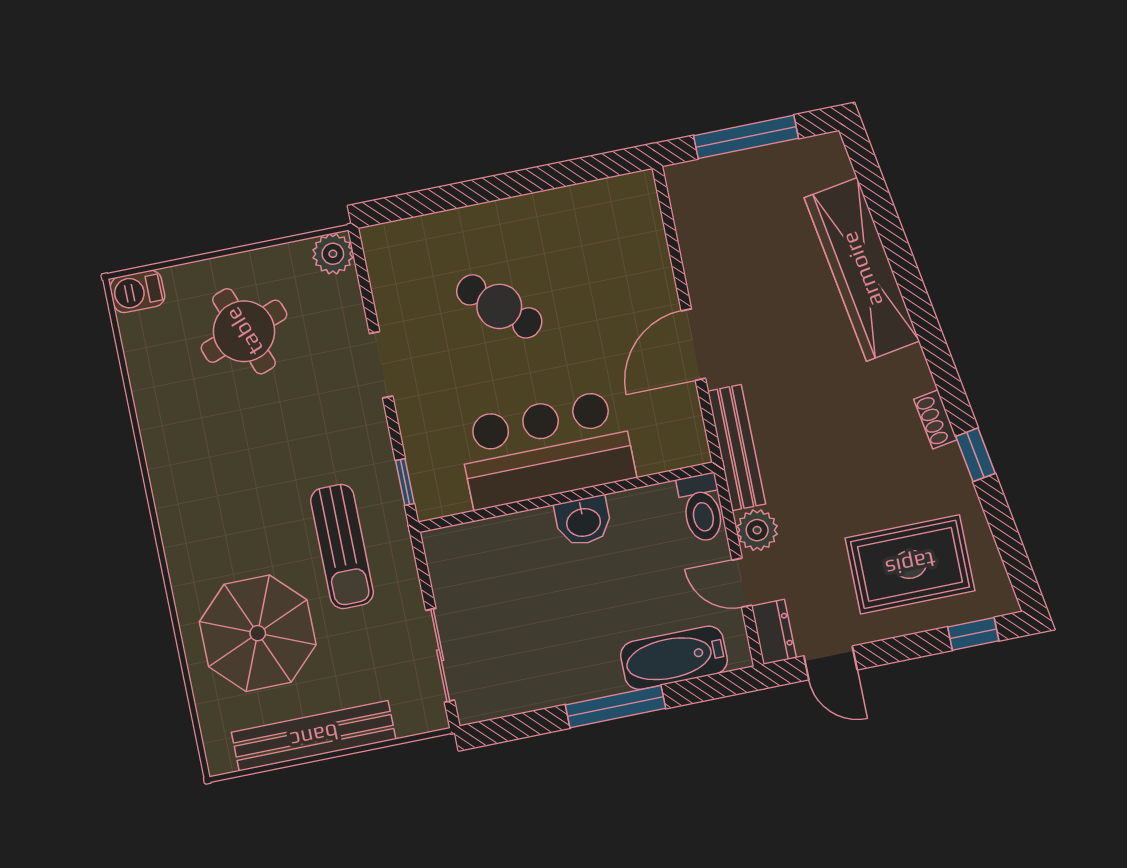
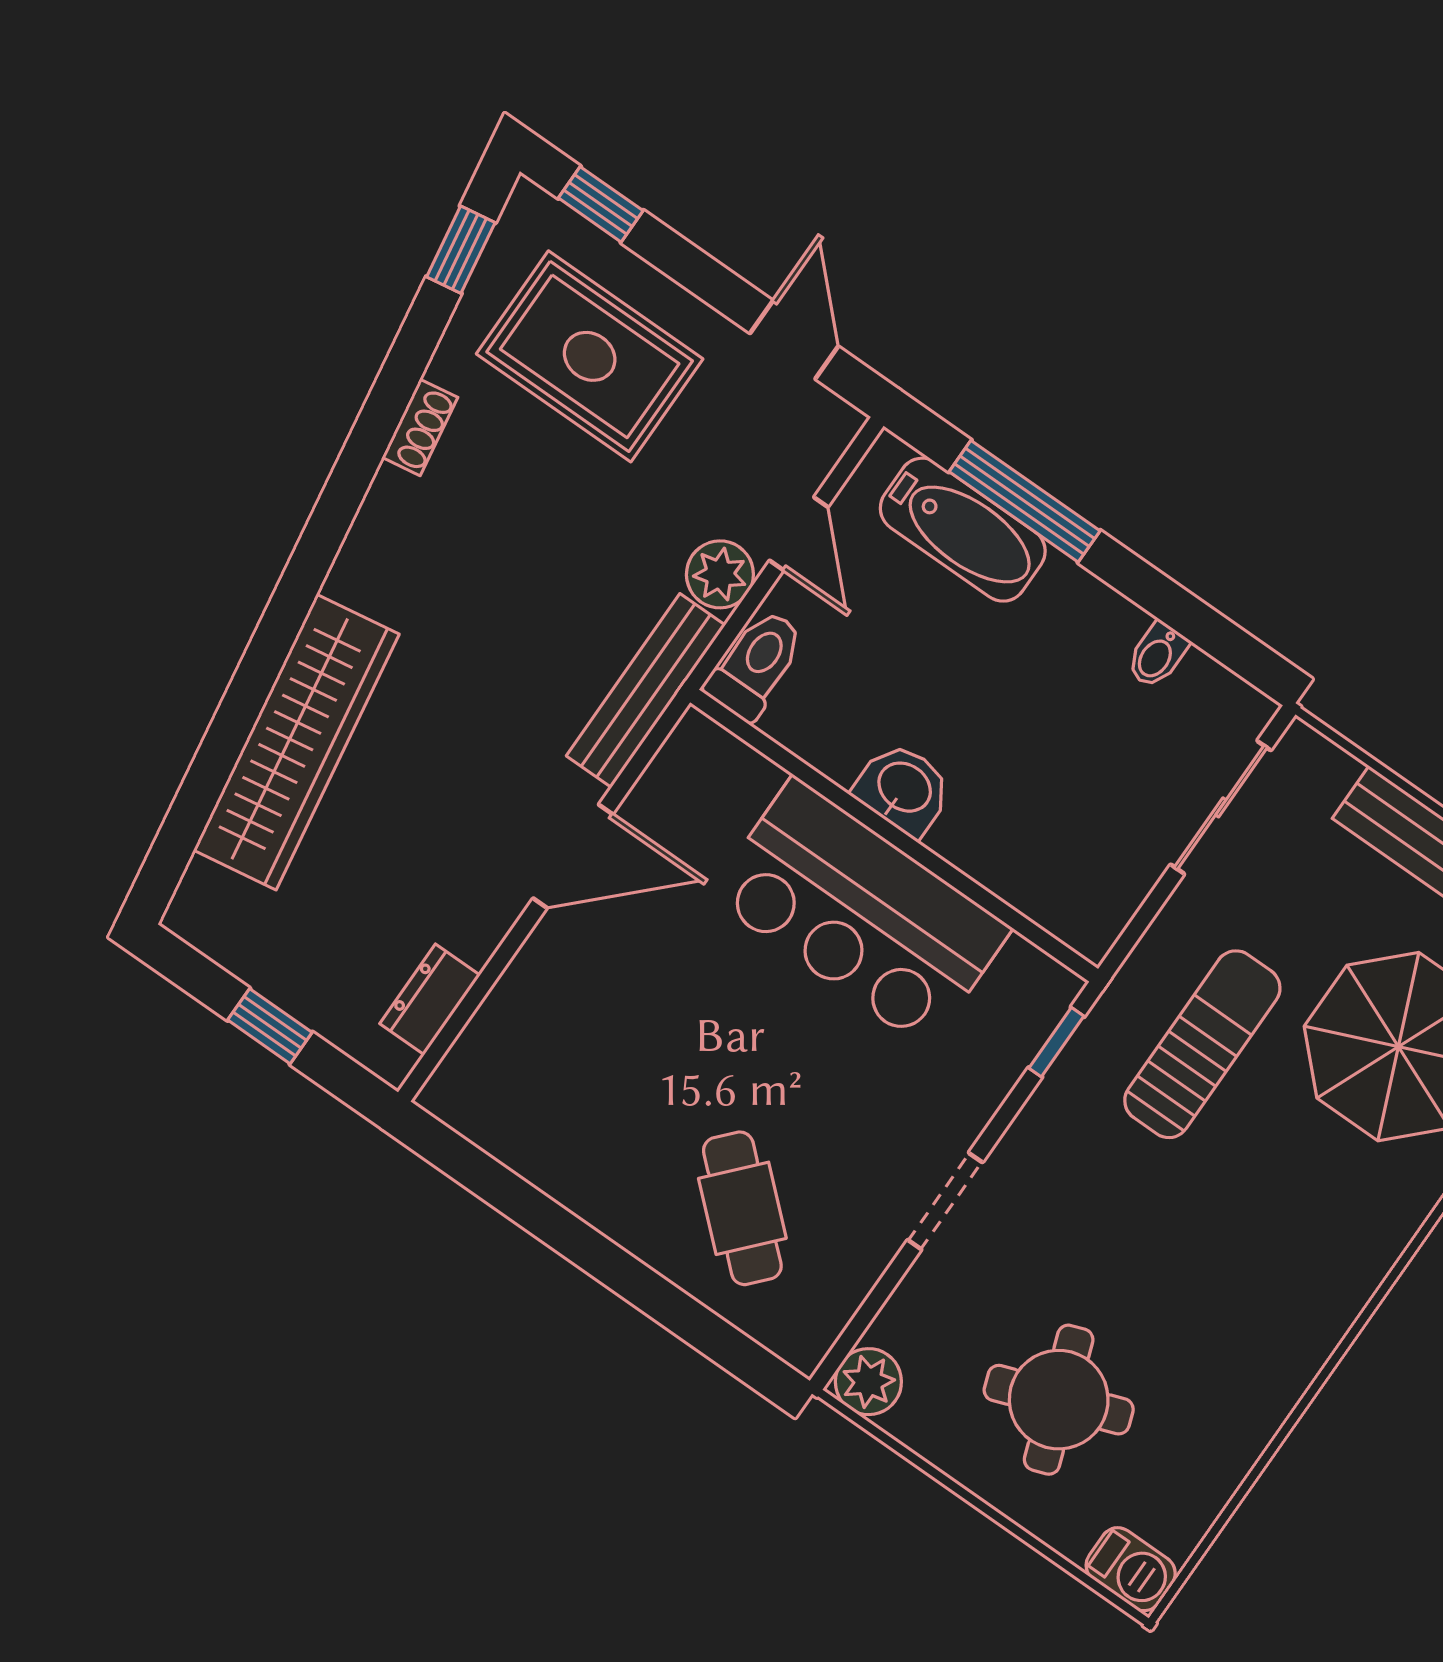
window: (746, 137) -> (270, 1026), width x0.46
cafe table: (499, 306) -> (742, 1208), moved
shoe rack: (935, 419) -> (420, 427), moved
window: (975, 455) -> (461, 250), moved
dresser: (774, 632) -> (430, 999), moved
bidet: (535, 692) -> (1157, 655), added
window: (616, 707) -> (1025, 501), moved

